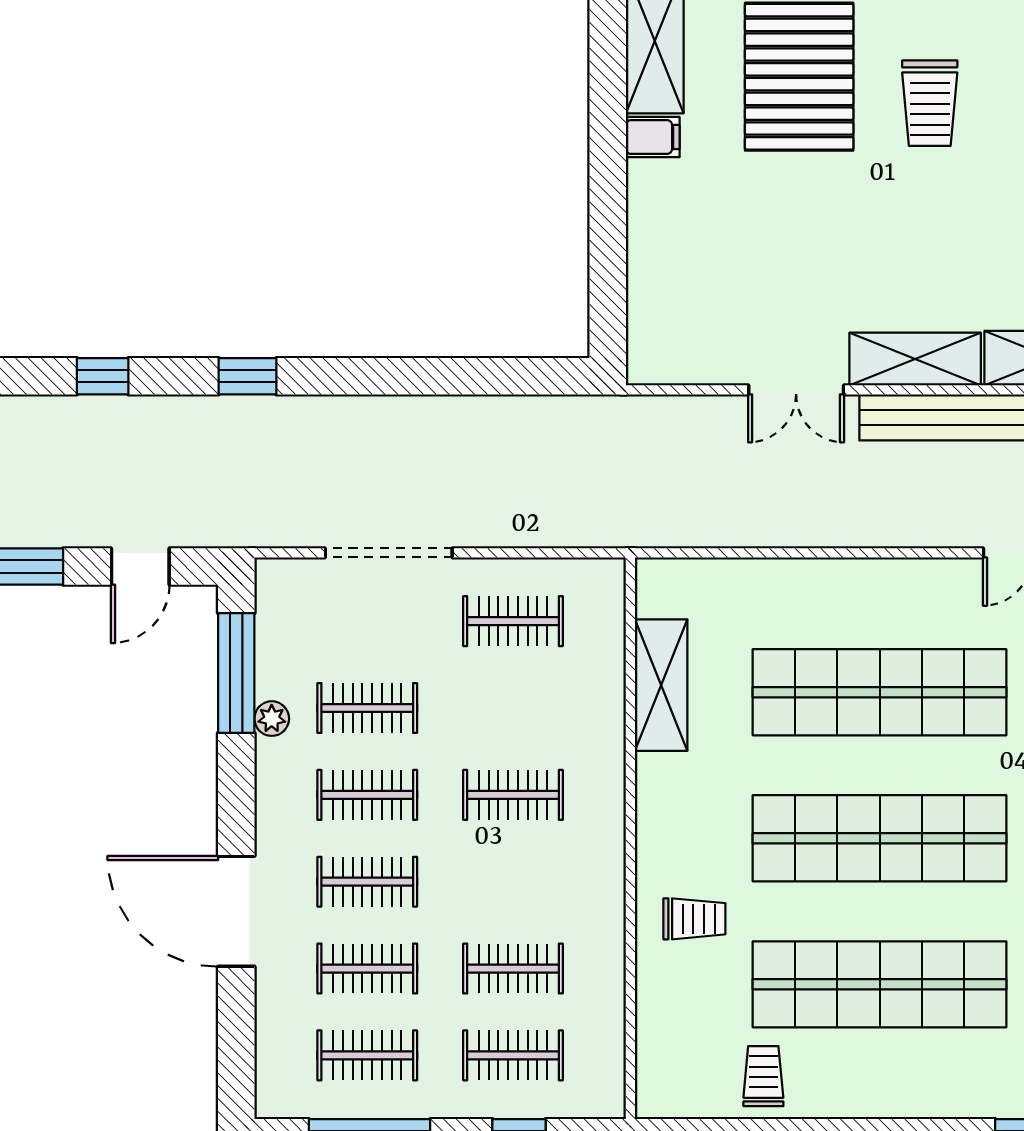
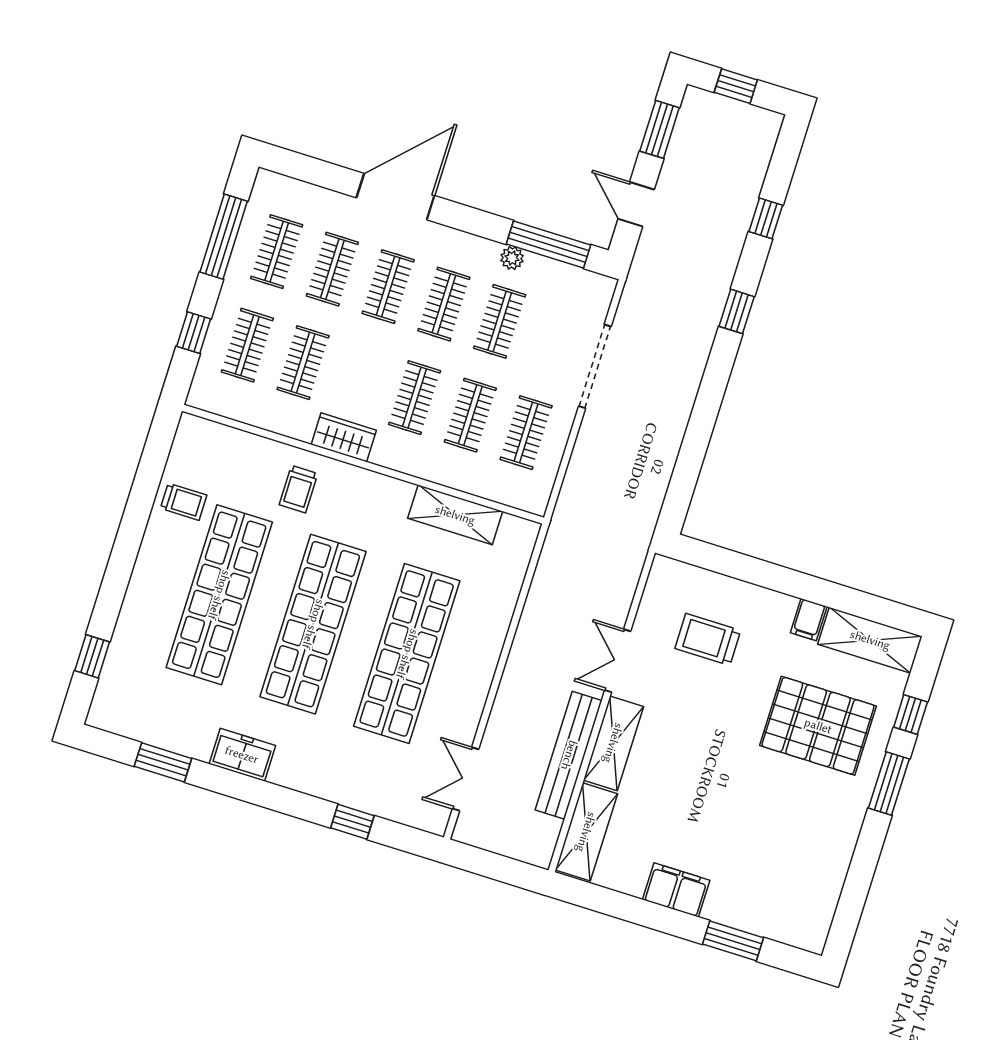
trolley: (930, 103) -> (708, 639), moved
clothes rail: (513, 708) -> (470, 415), added
wardrobe: (601, 877) -> (344, 437), added

